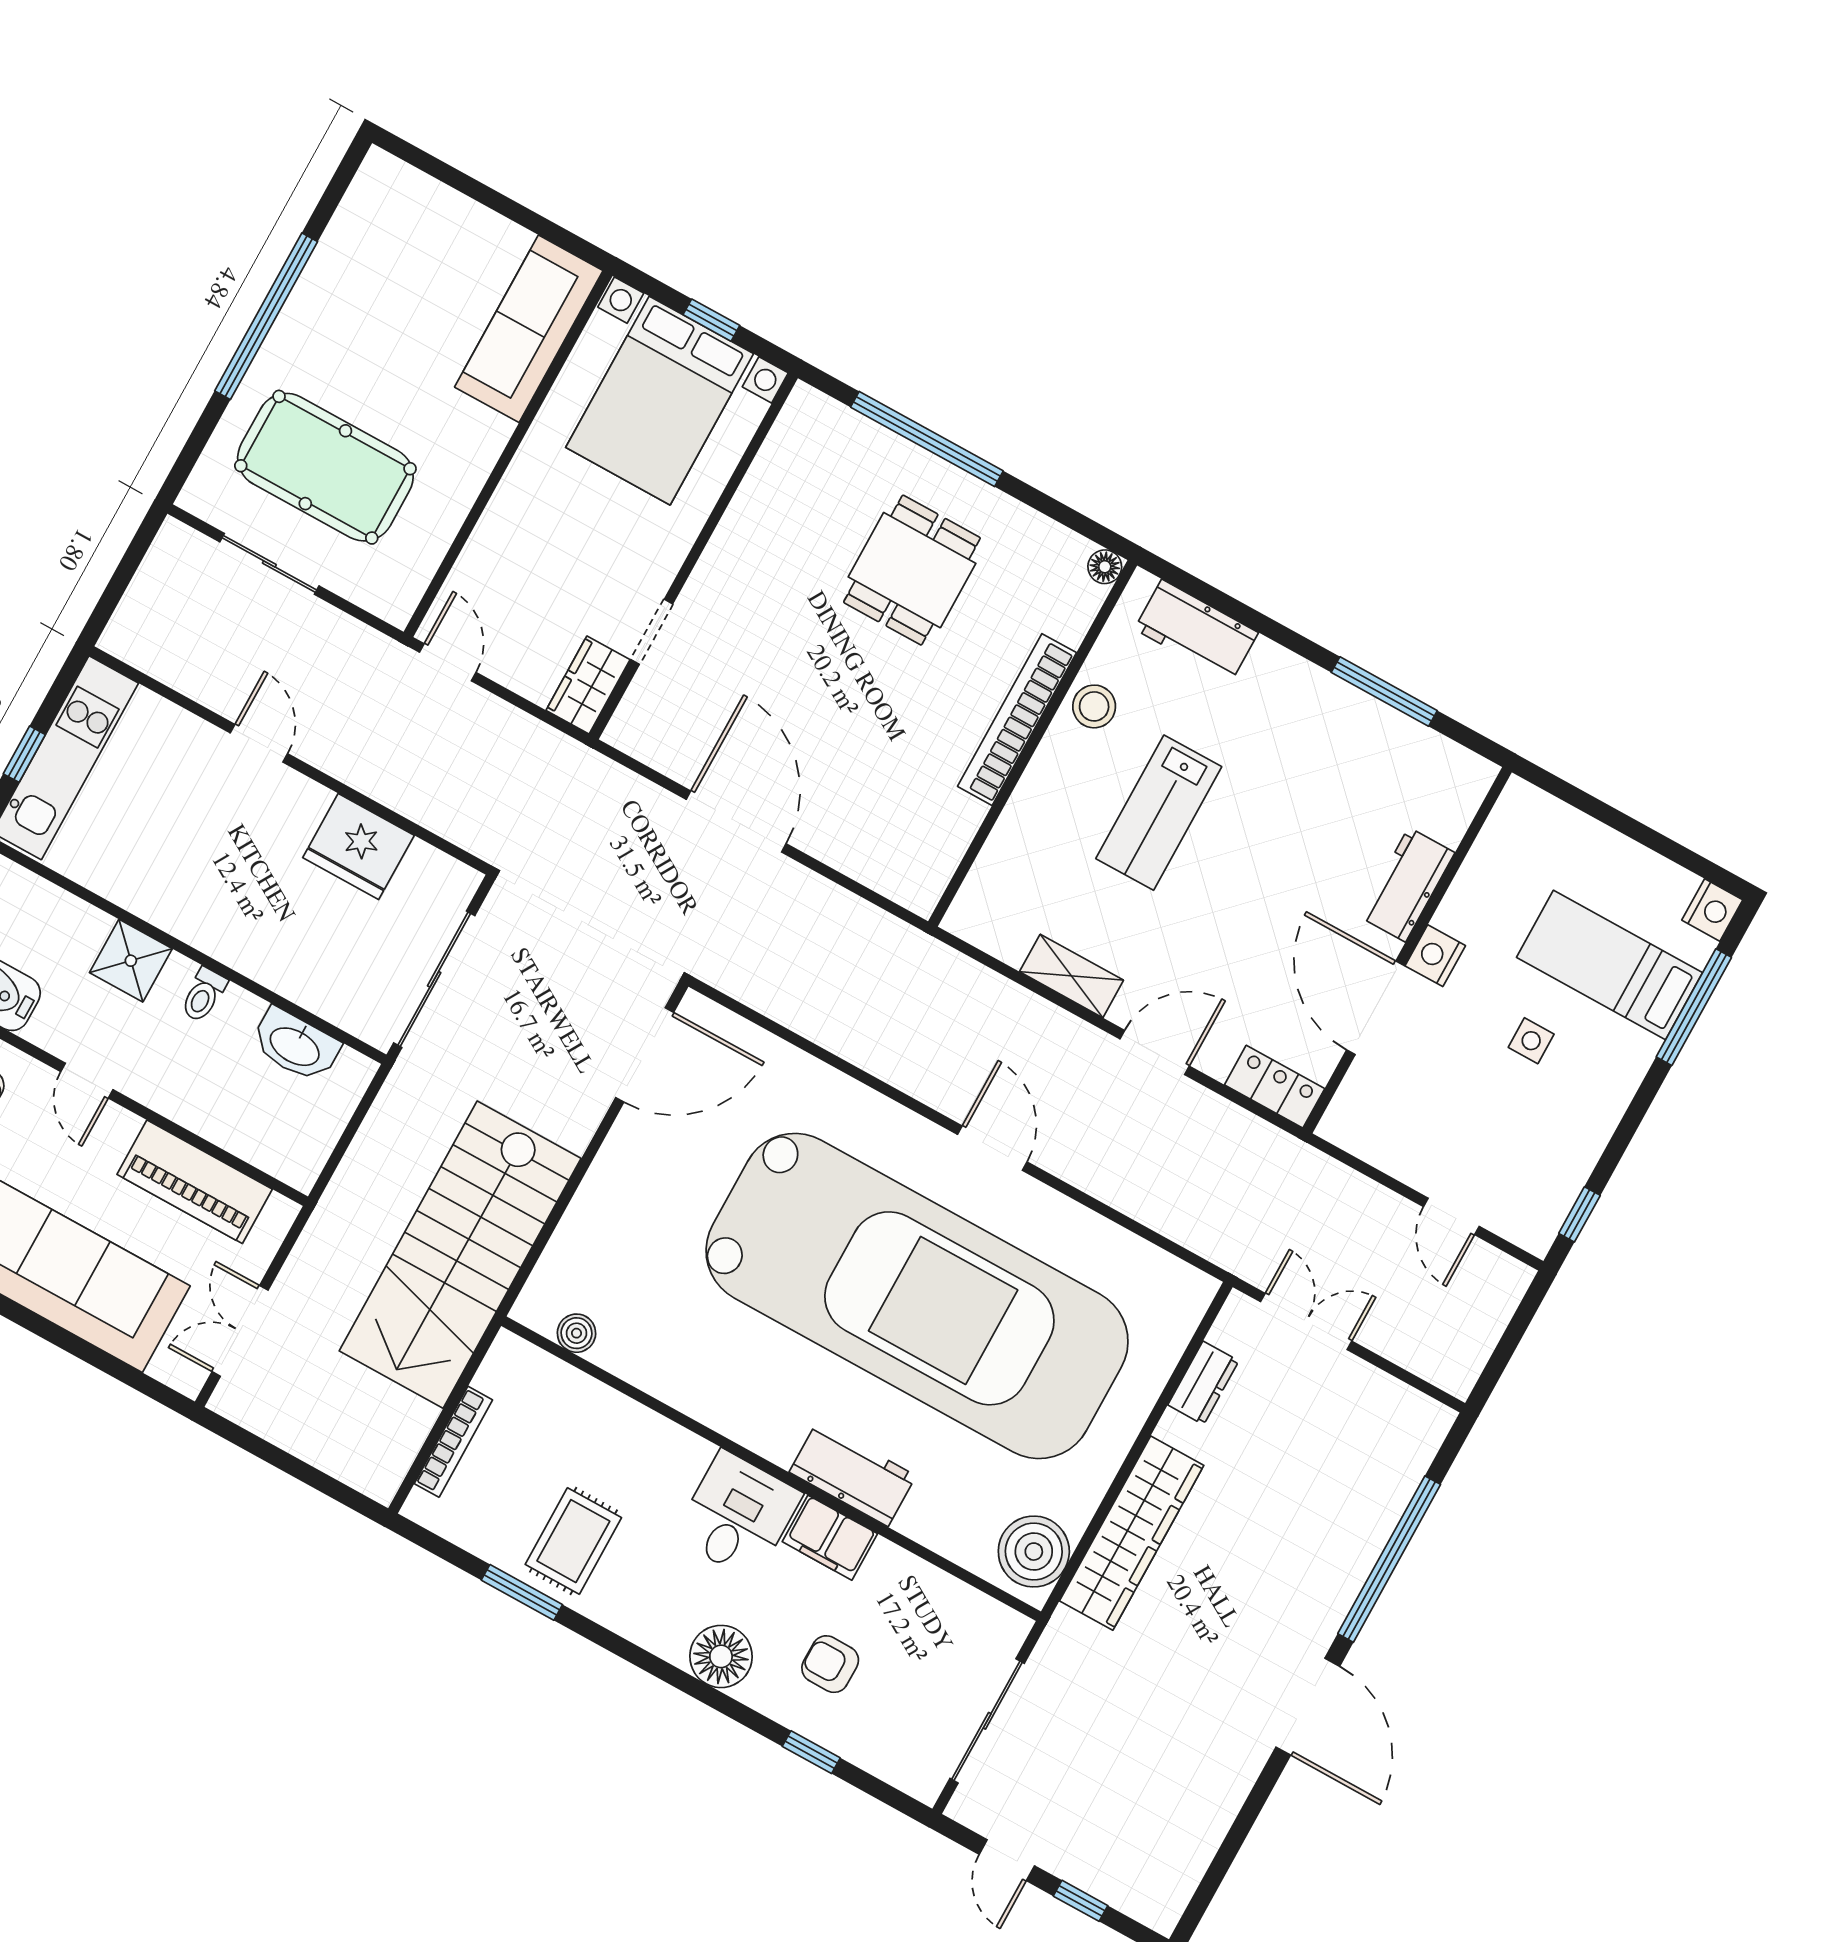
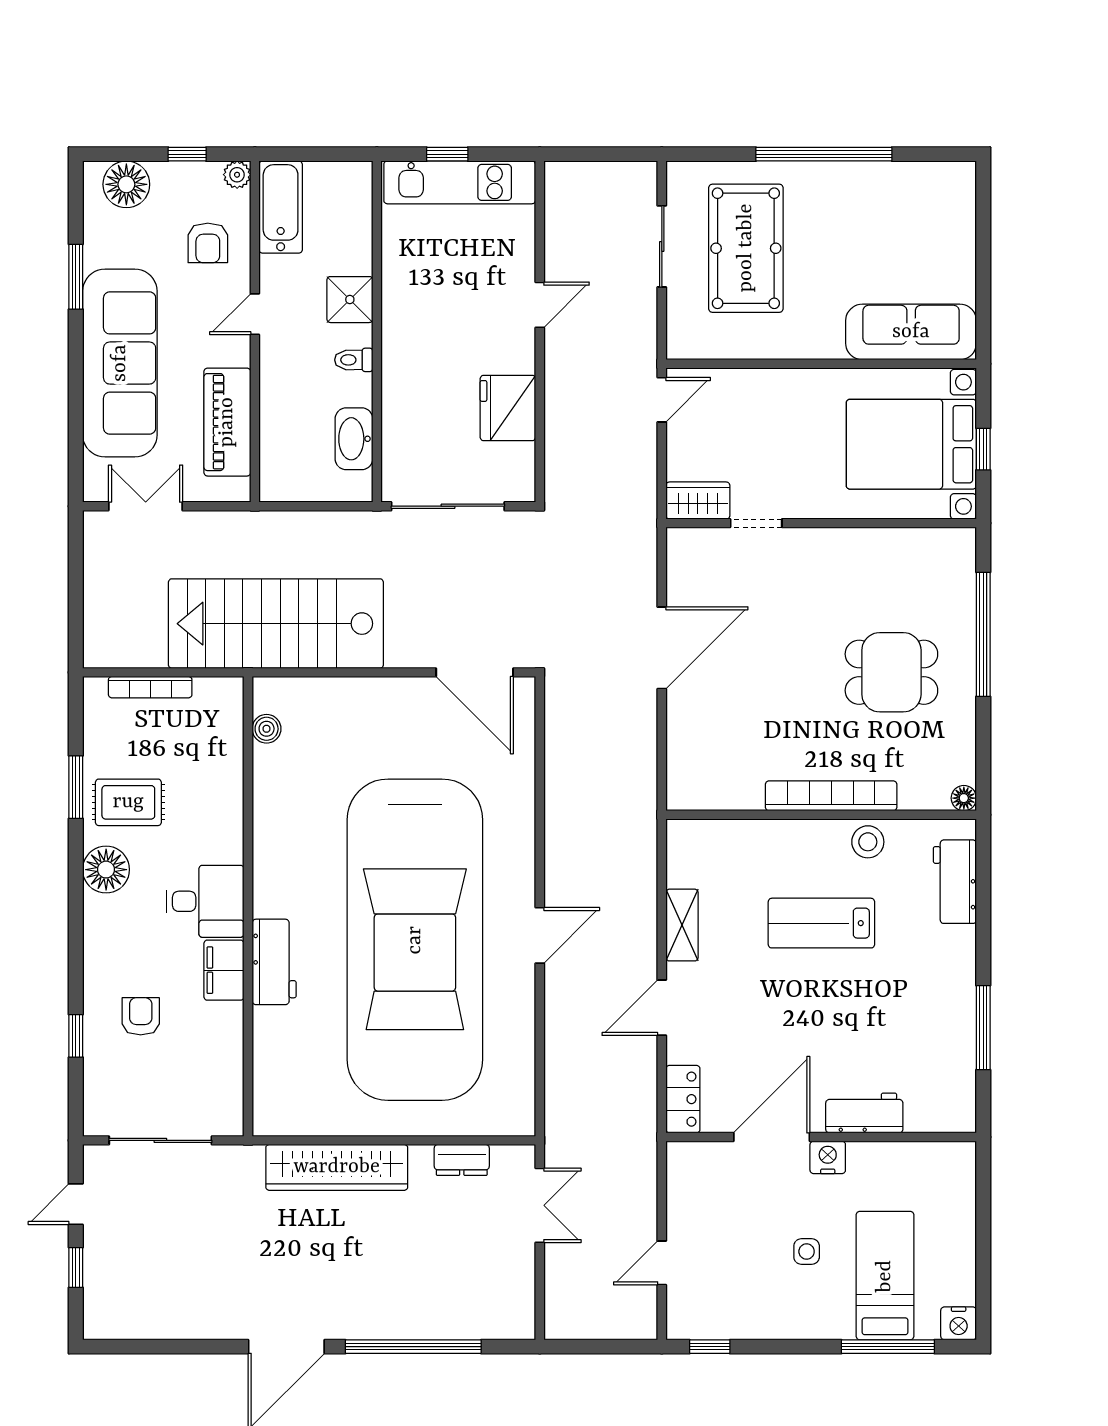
door: (1155, 1053) -> (662, 1008), swing flipped
boiler: (1034, 1552) -> (289, 1110), removed
floor lamp: (721, 1656) -> (106, 870), moved

